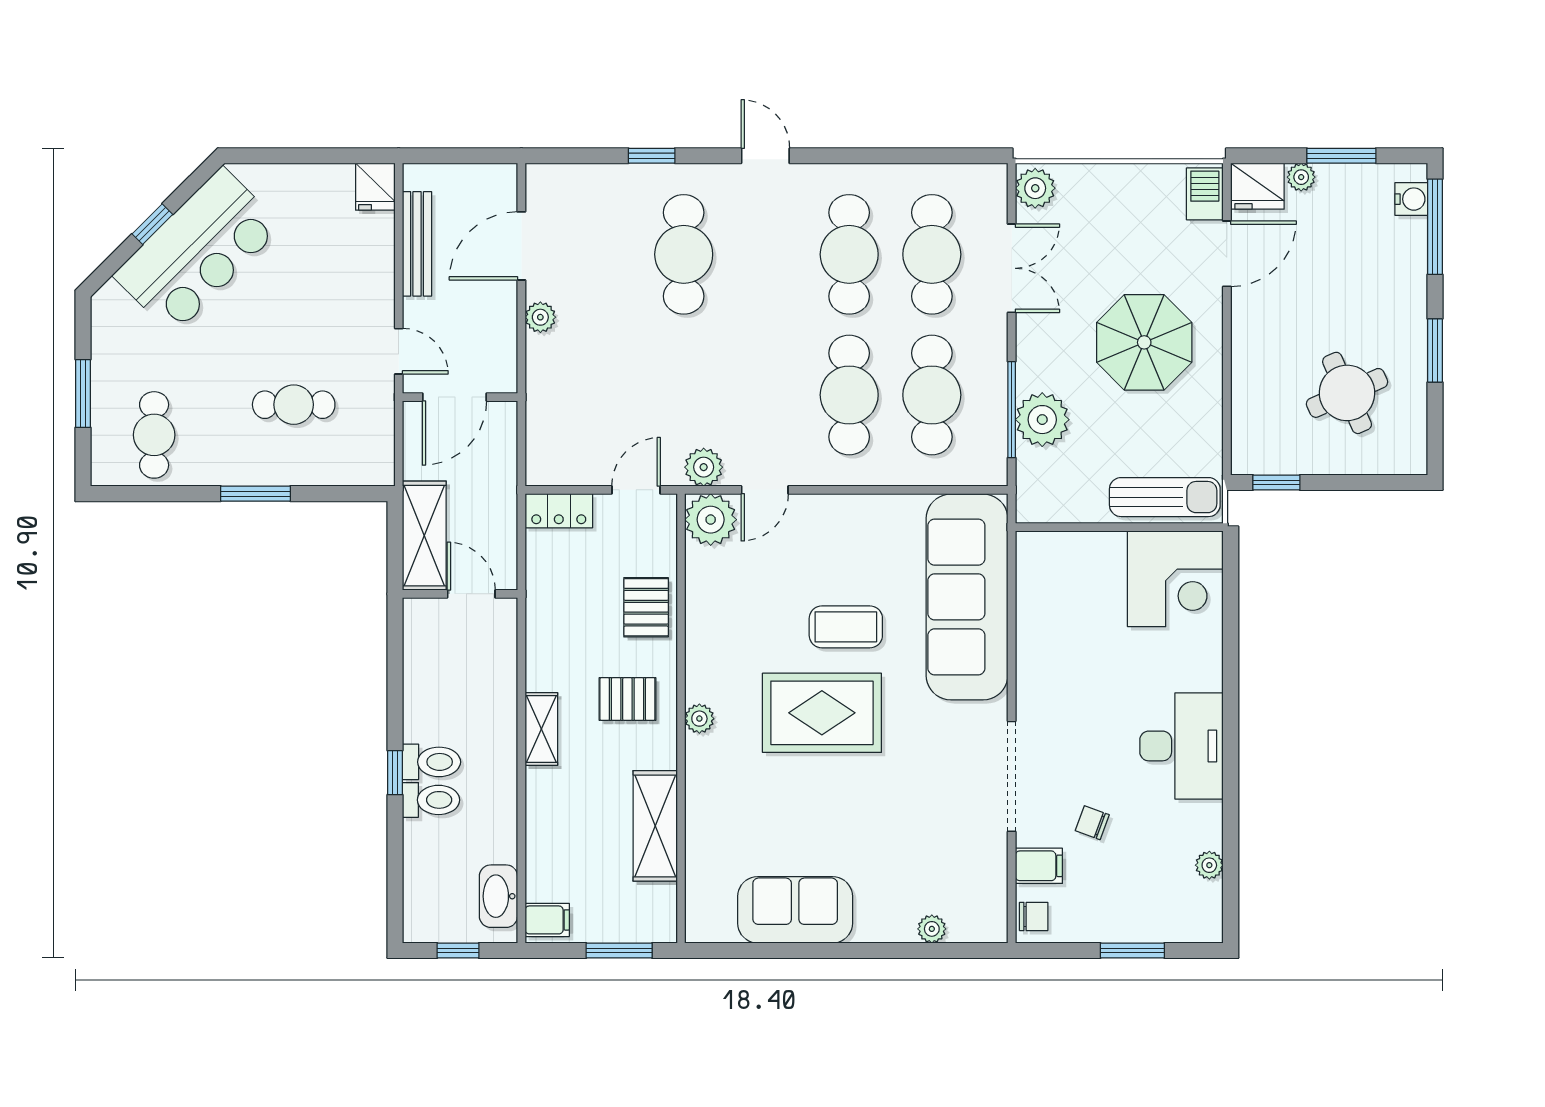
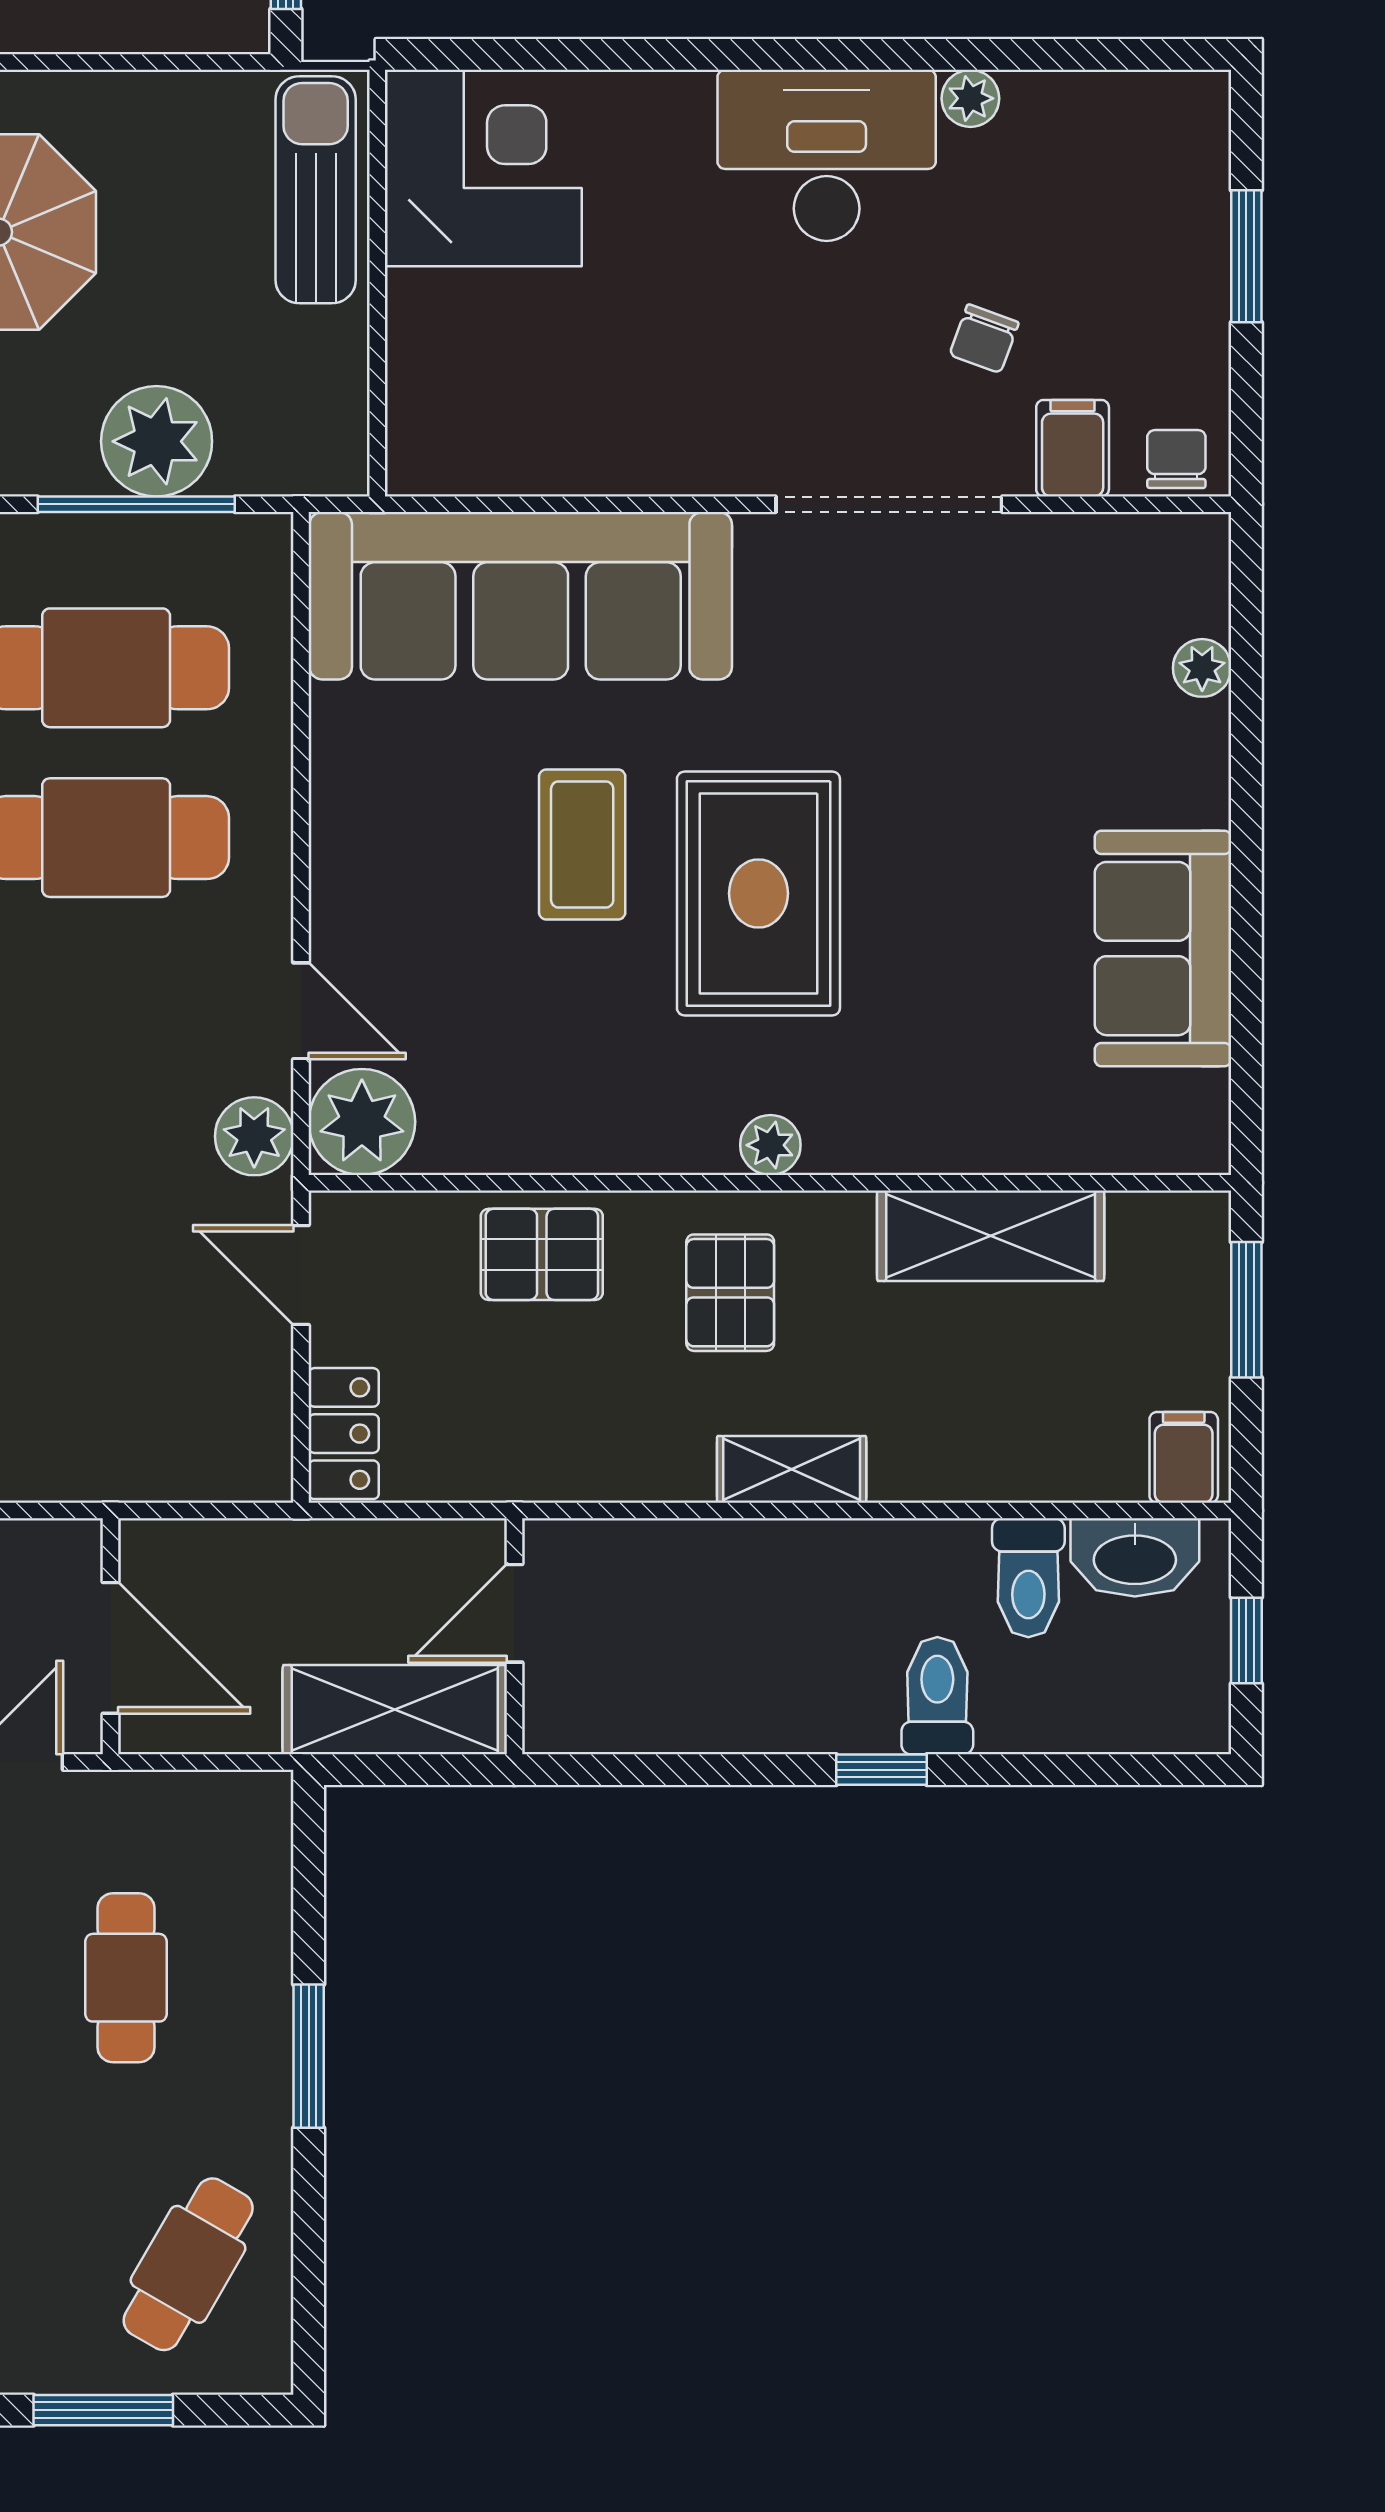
cafe table: (154, 435) -> (188, 2264), turned -60
toilet: (431, 762) -> (1028, 1578), moved, turned 180
plant: (1209, 865) -> (970, 98), moved

